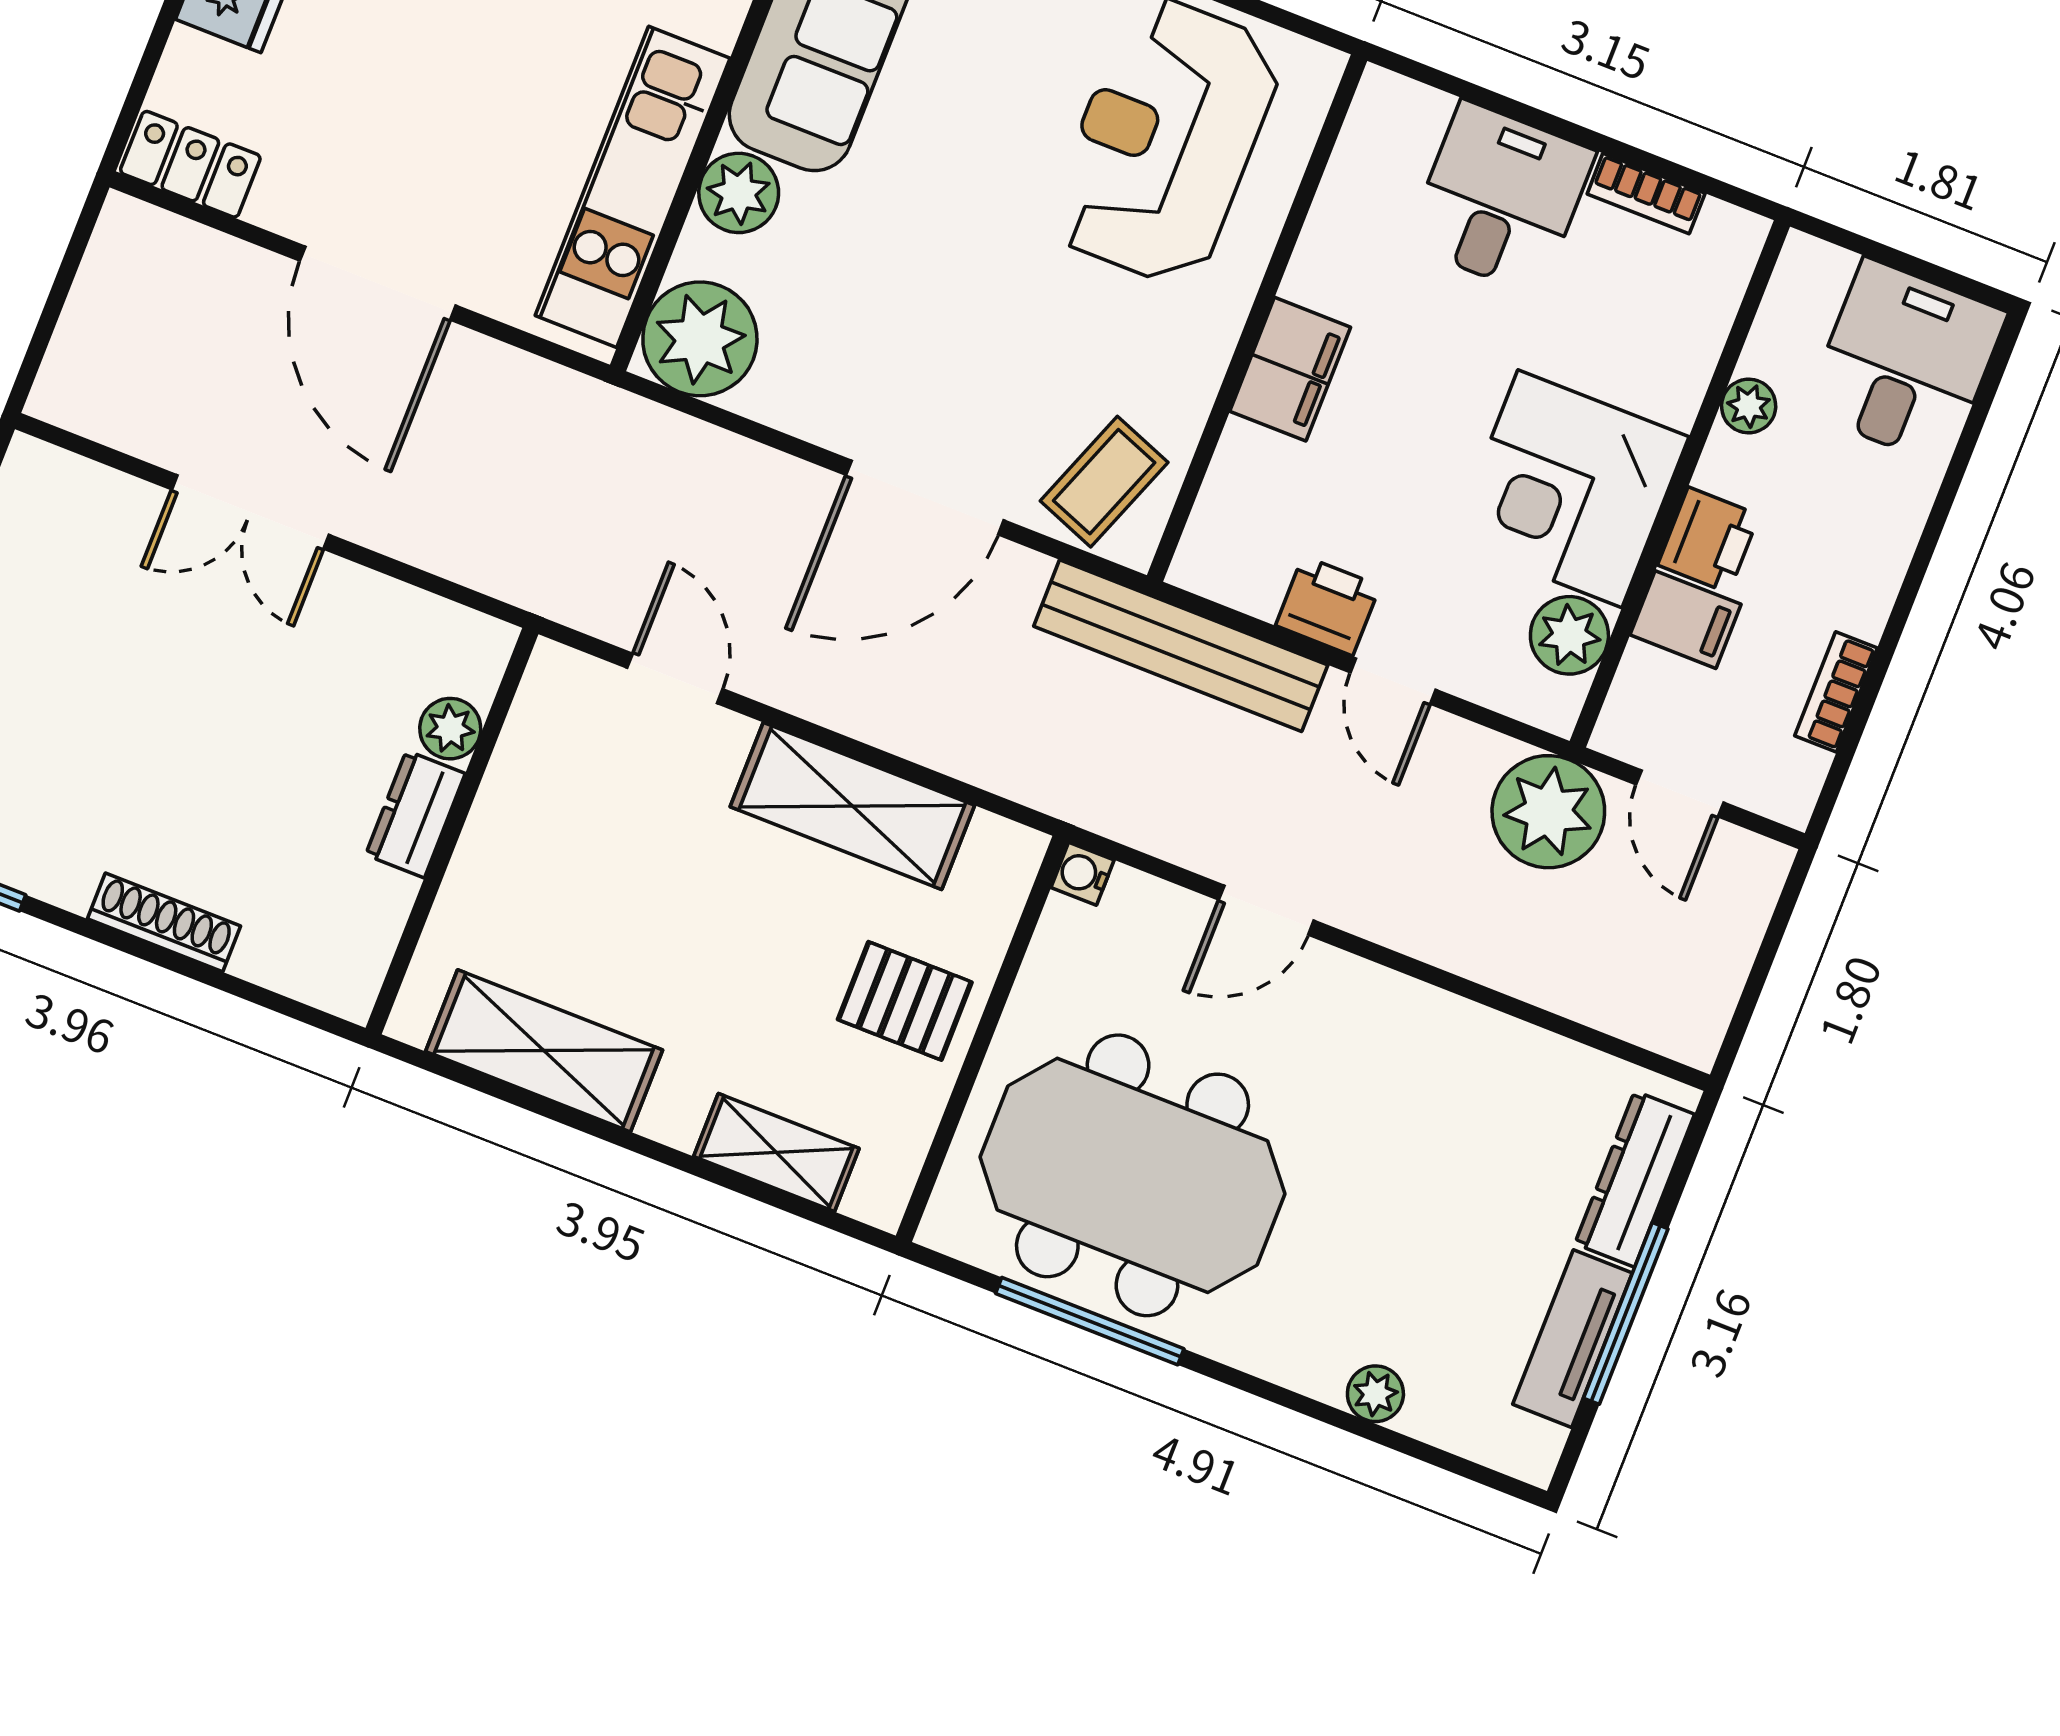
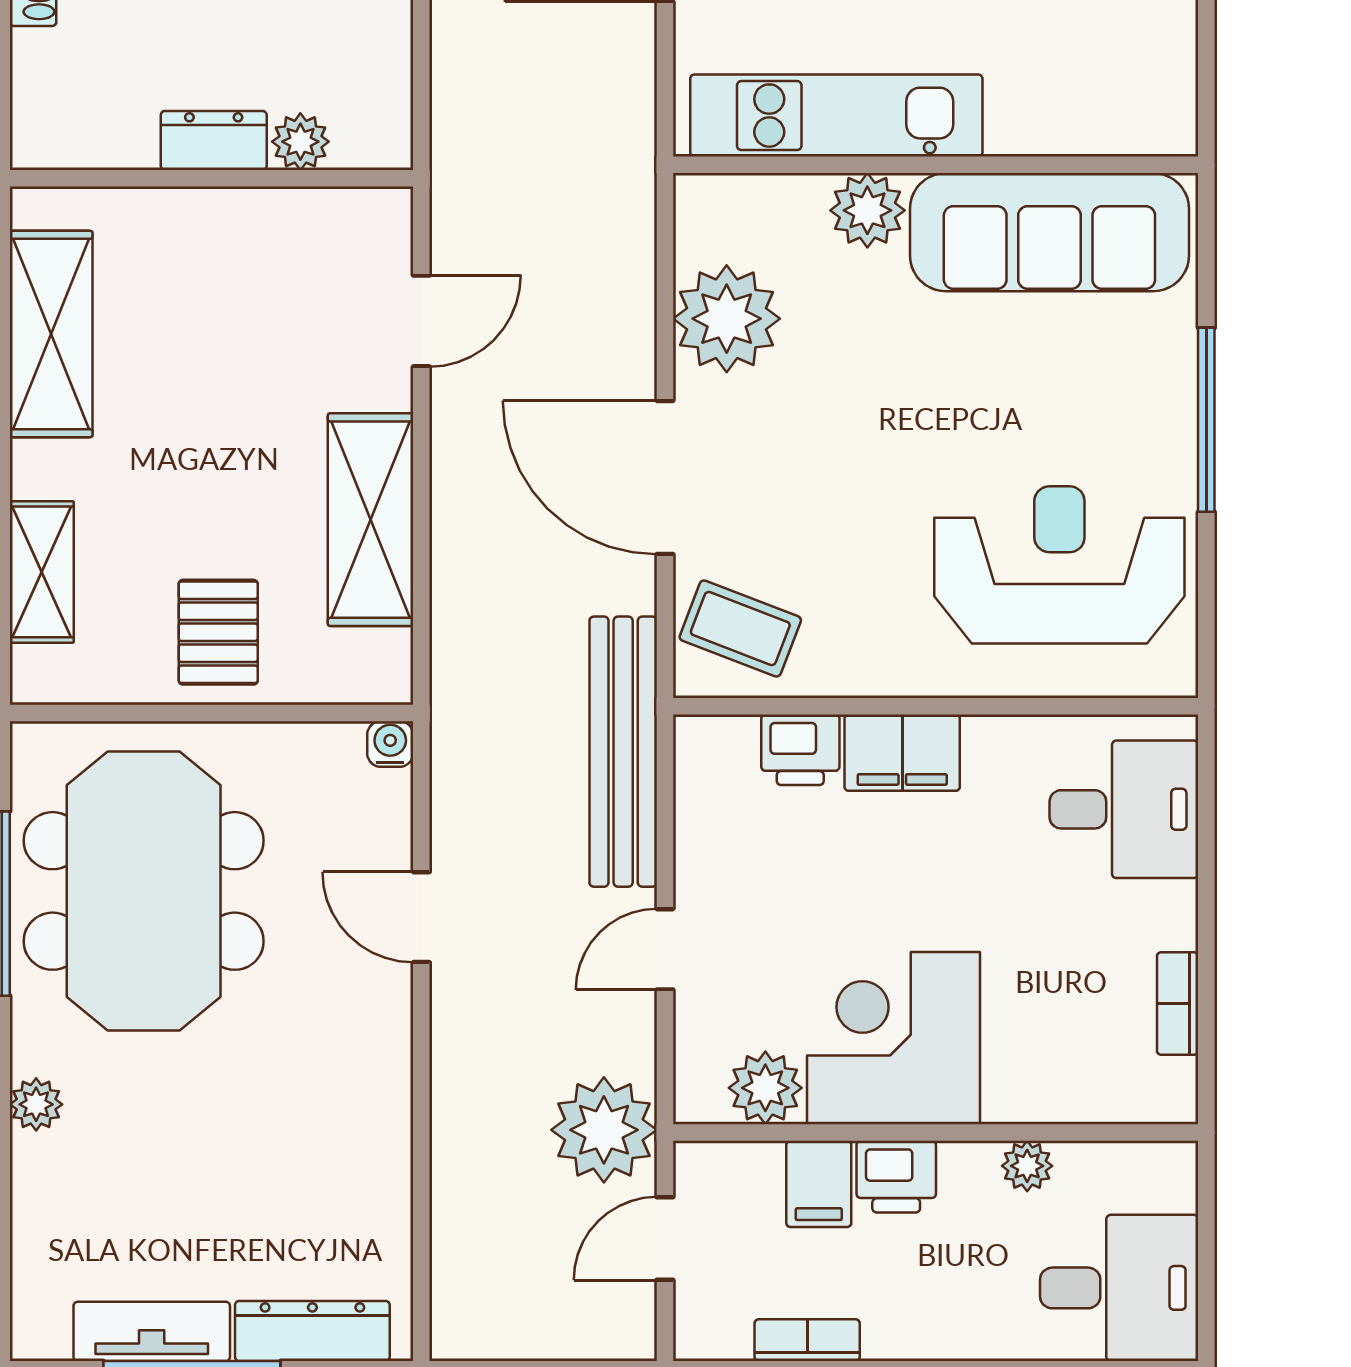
desk: (1501, 198) -> (1124, 809), moved
plant: (700, 339) -> (727, 319), moved
printer: (1328, 606) -> (800, 750), moved, turned 90
plant: (1375, 1394) -> (36, 1104), moved

